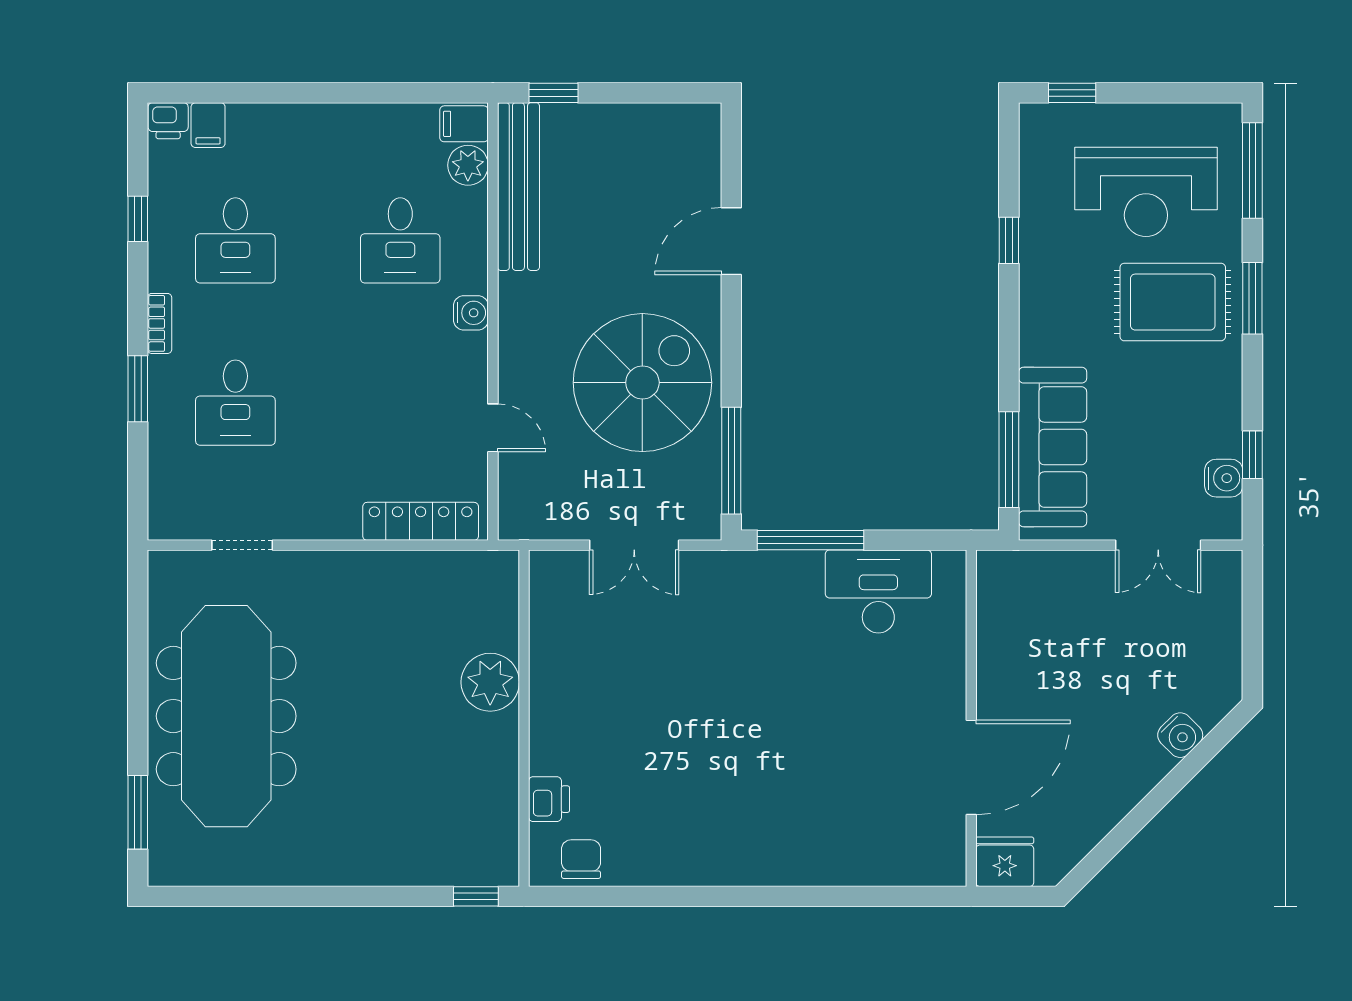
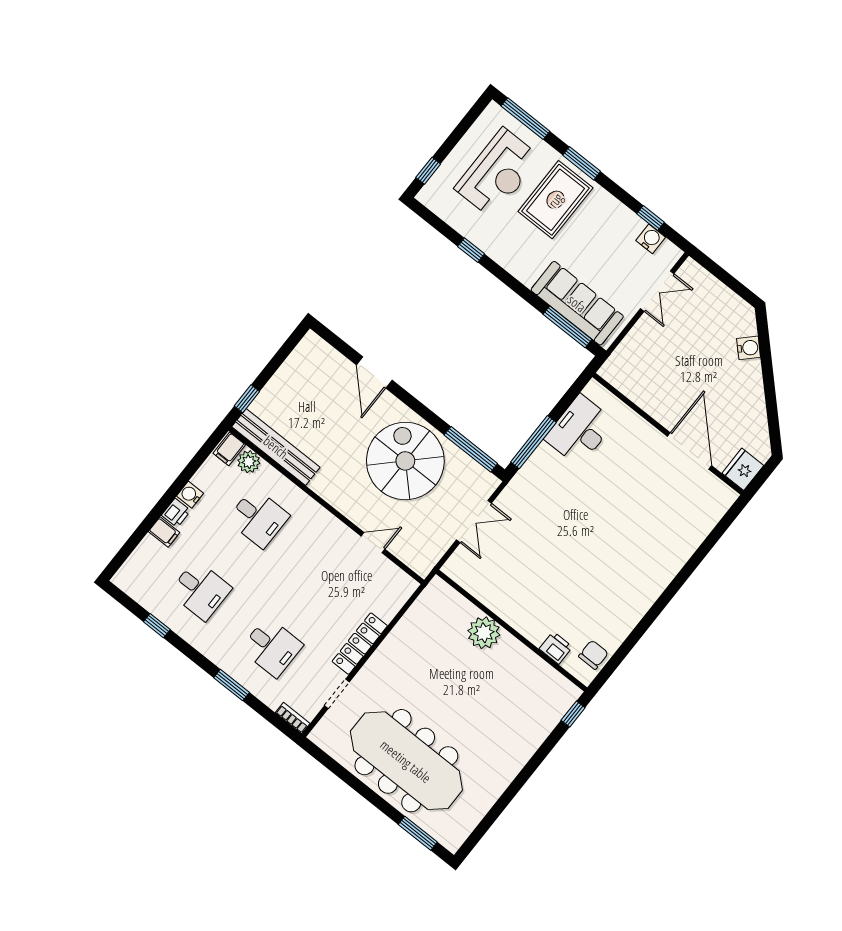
printer: (168, 121) -> (176, 513), moved
filing cabinet: (208, 125) -> (164, 532), moved
water cooler: (471, 313) -> (190, 495), moved, turned -90
bookcase: (160, 323) -> (293, 718), moved
locker: (421, 521) -> (360, 644), moved
chair: (581, 859) -> (593, 655), turned 90

